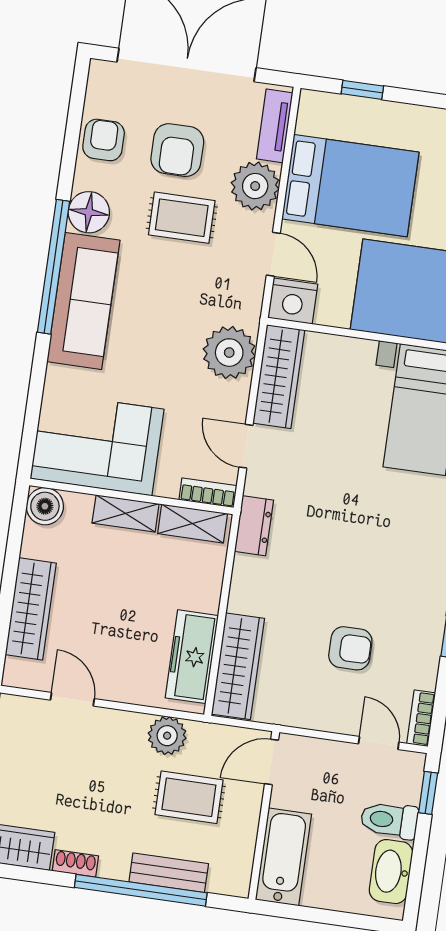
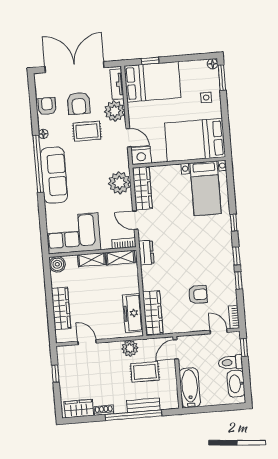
bed: (350, 186) -> (153, 82), moved
floor lamp: (89, 212) -> (43, 134), width x0.53, depth x0.53

